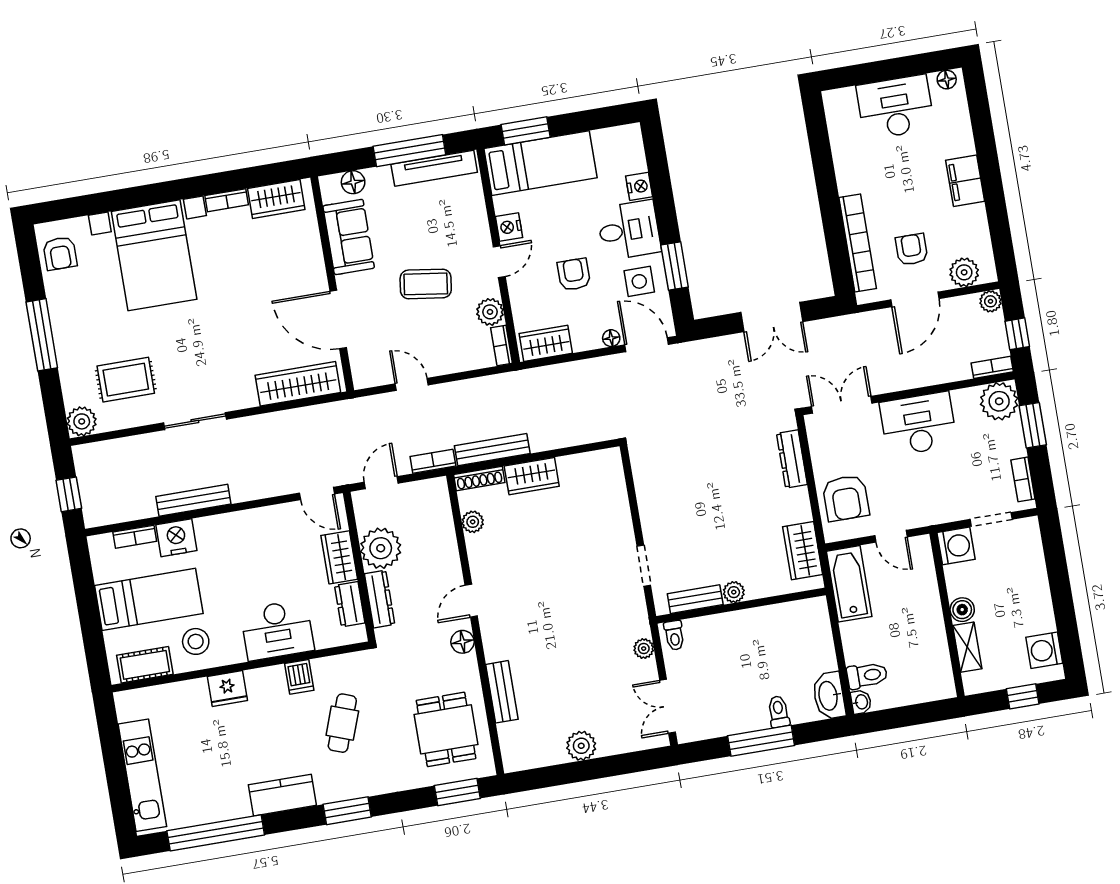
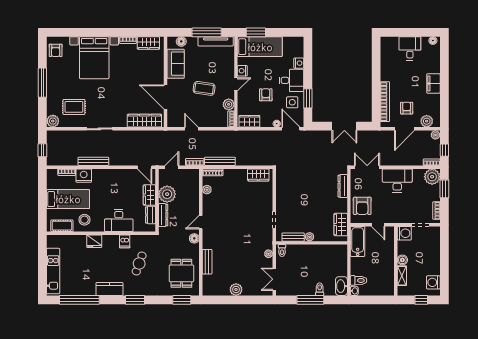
desk: (895, 107) -> (410, 48), width x0.73
wardrobe: (532, 476) -> (258, 175), moved

